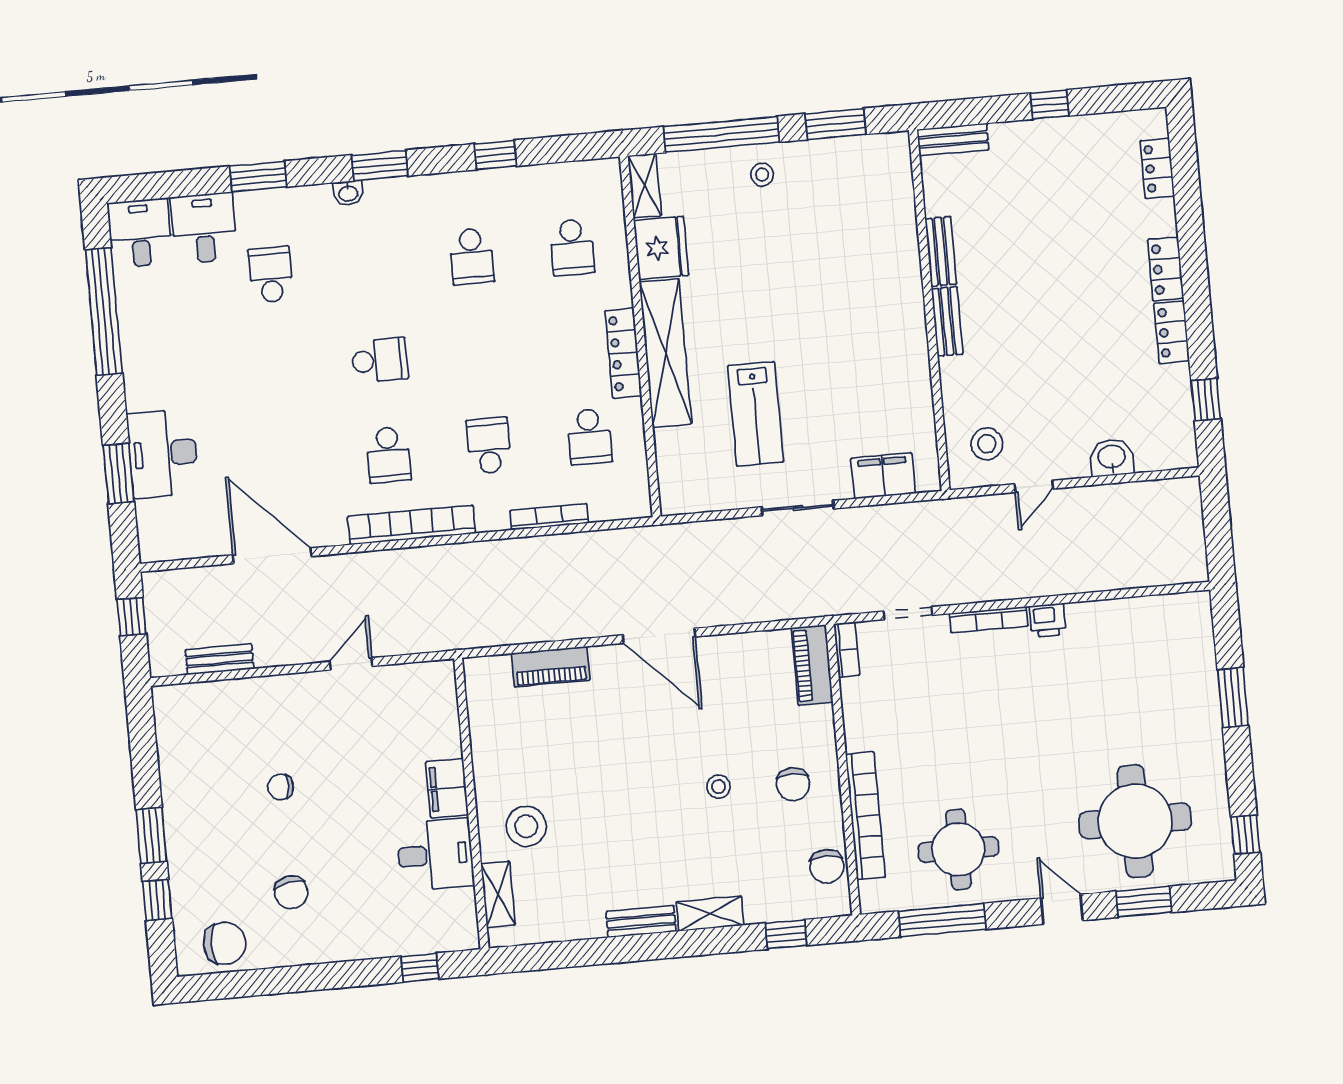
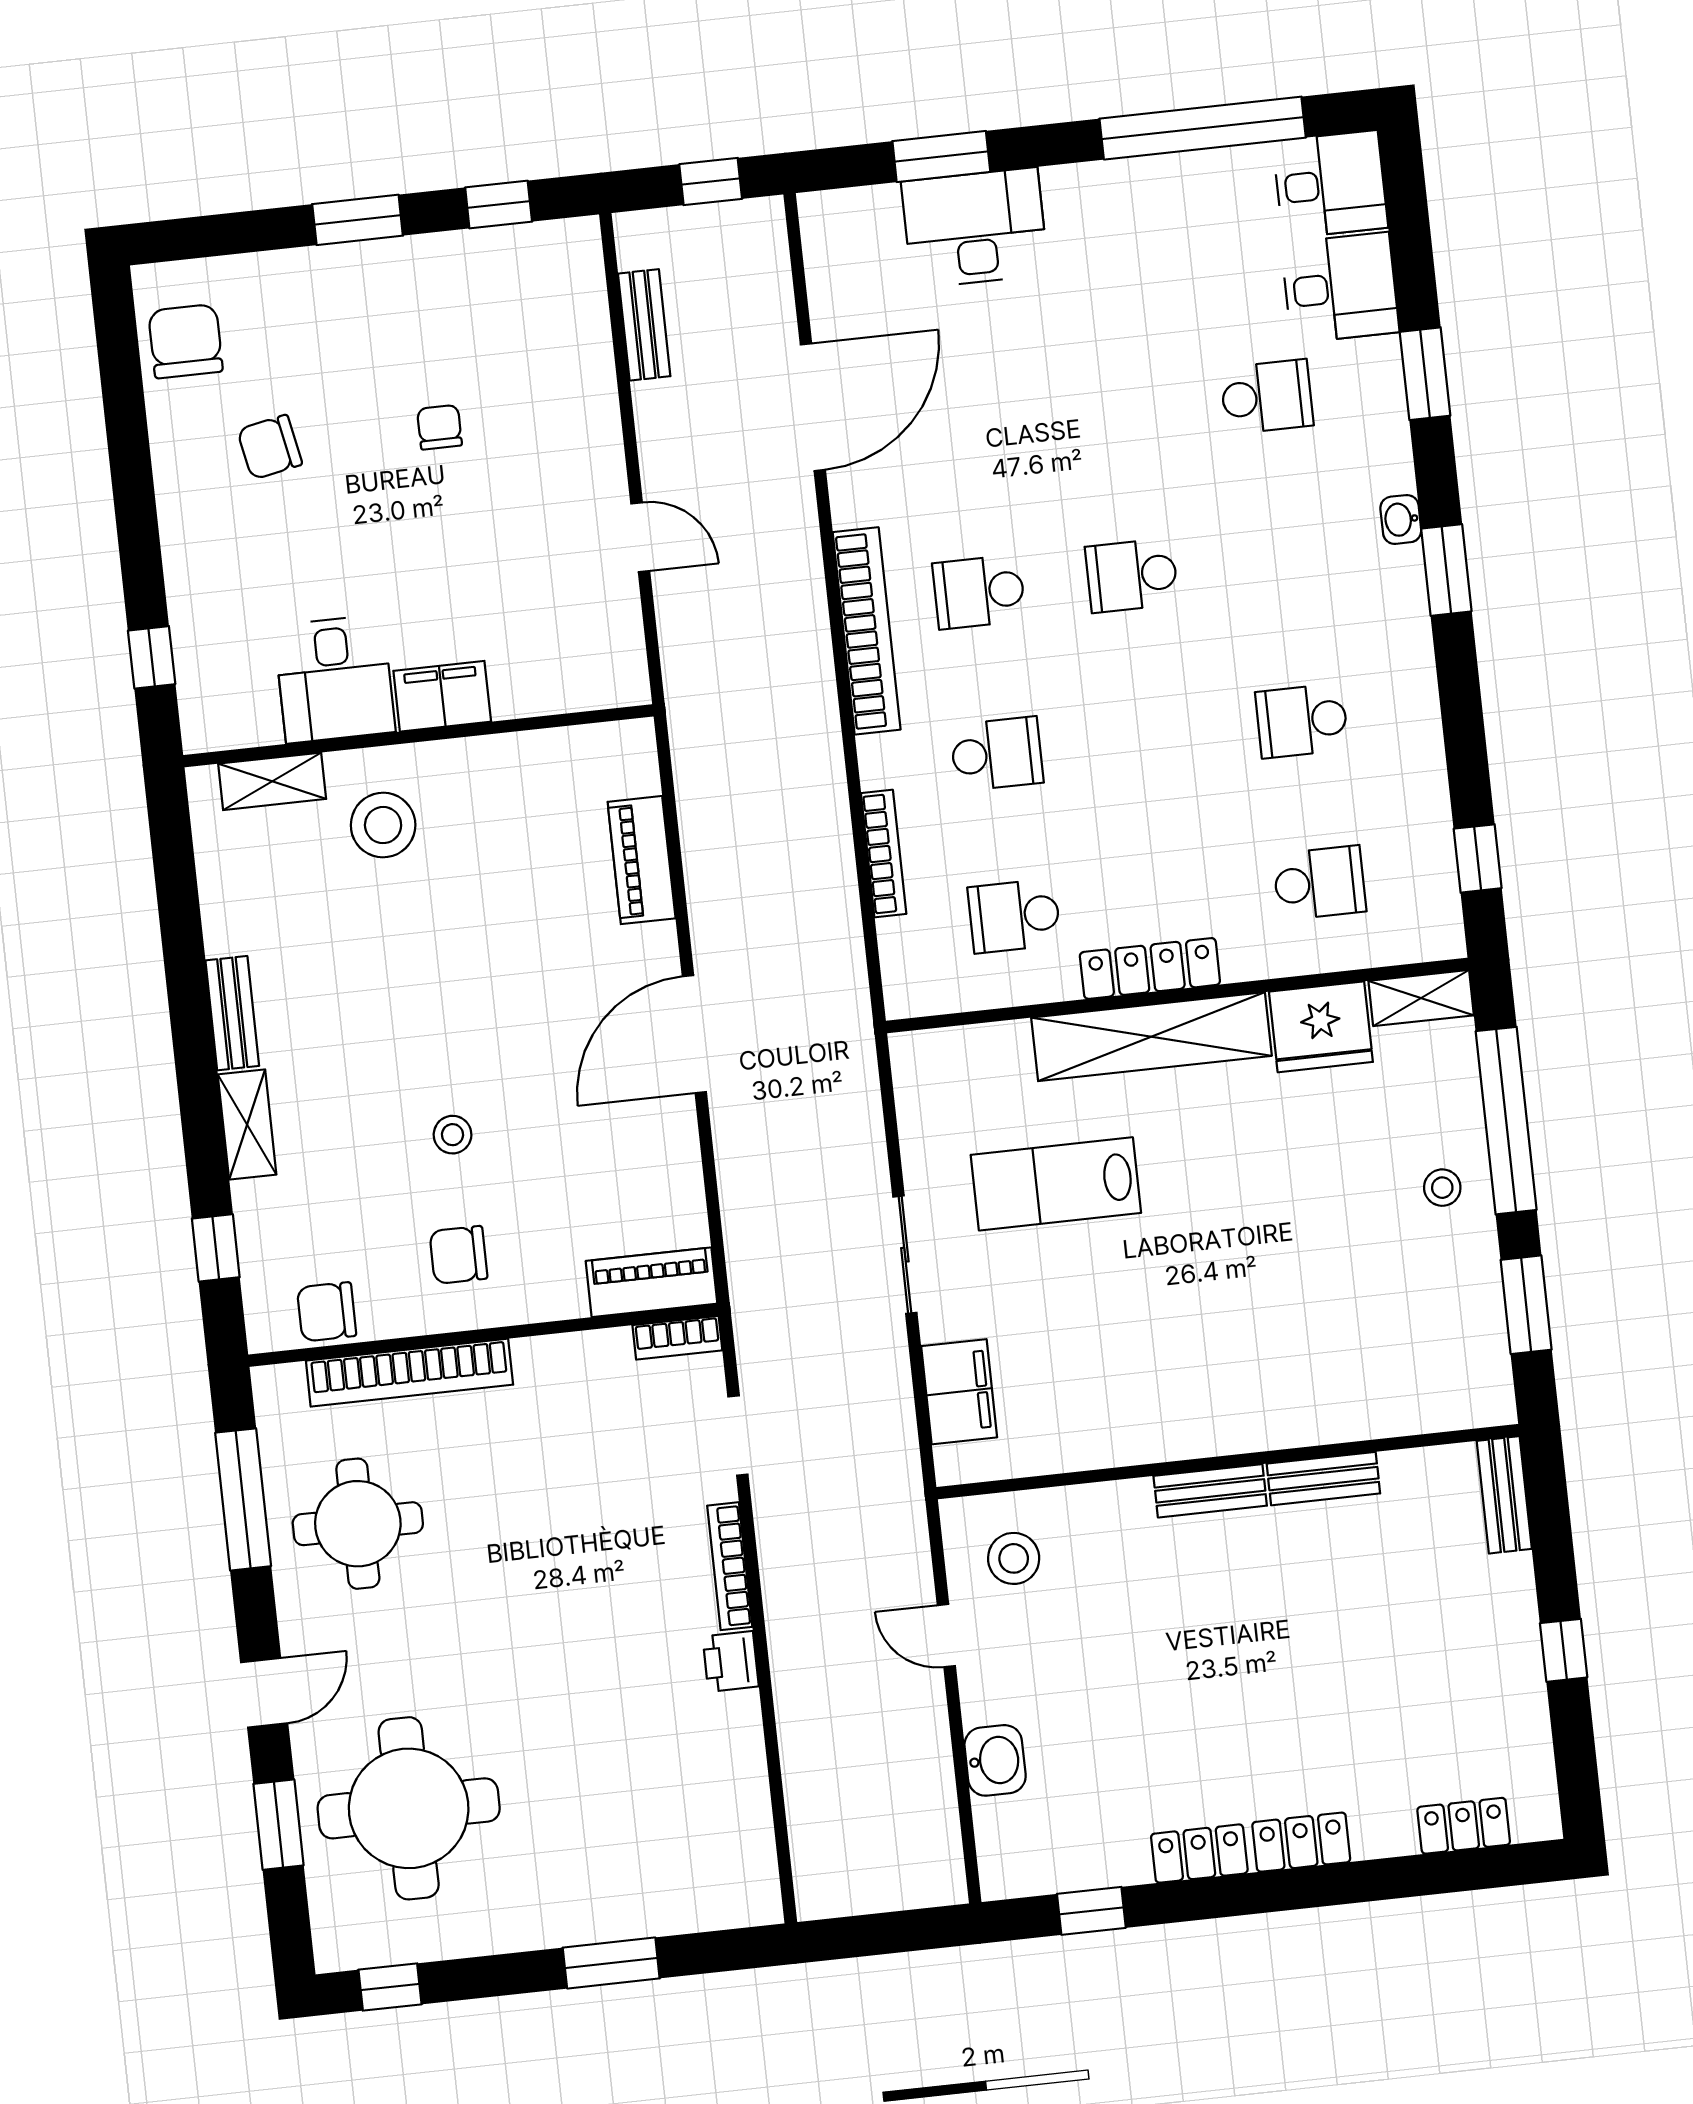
window: (495, 155) -> (1478, 858), moved
school desk: (572, 247) -> (1320, 883), turned 180
school desk: (380, 360) -> (1132, 575), turned 90
window: (157, 900) -> (499, 205), moved
chair: (225, 943) -> (186, 341), turned 180

